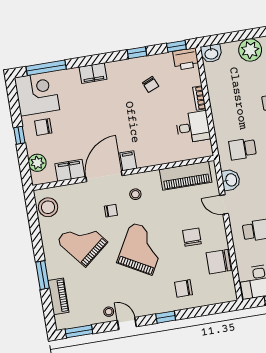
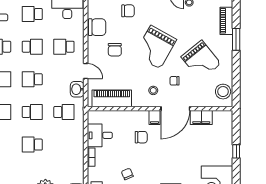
chair: (43, 127) -> (141, 137), moved
plant: (37, 163) -> (226, 128), removed

